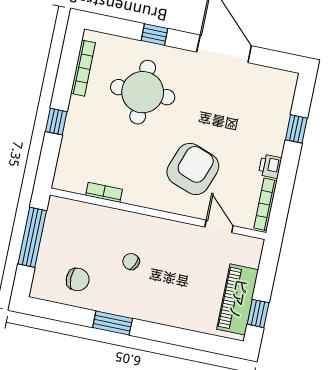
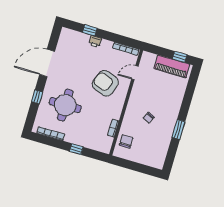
printer: (270, 166) -> (95, 41), moved
window: (32, 237) -> (133, 166), removed
chair: (78, 279) -> (126, 141), moved

